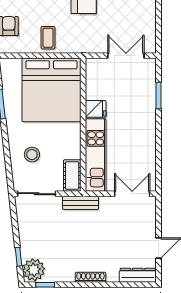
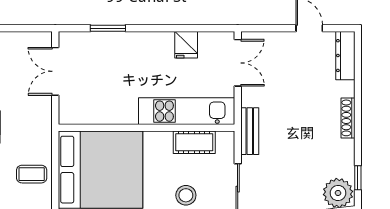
fridge: (96, 109) -> (186, 45), moved, turned 180
cot: (72, 176) -> (194, 142), moved
double door: (132, 194) -> (238, 63), swing flipped

